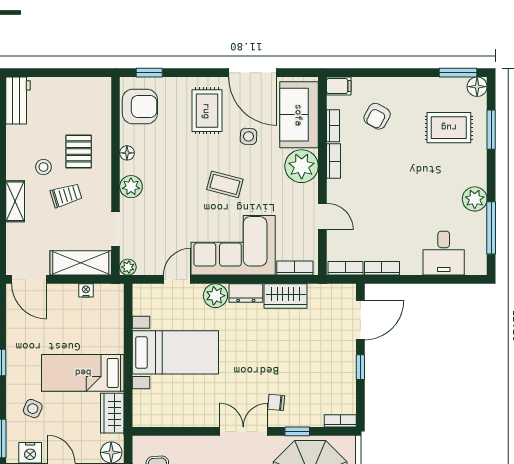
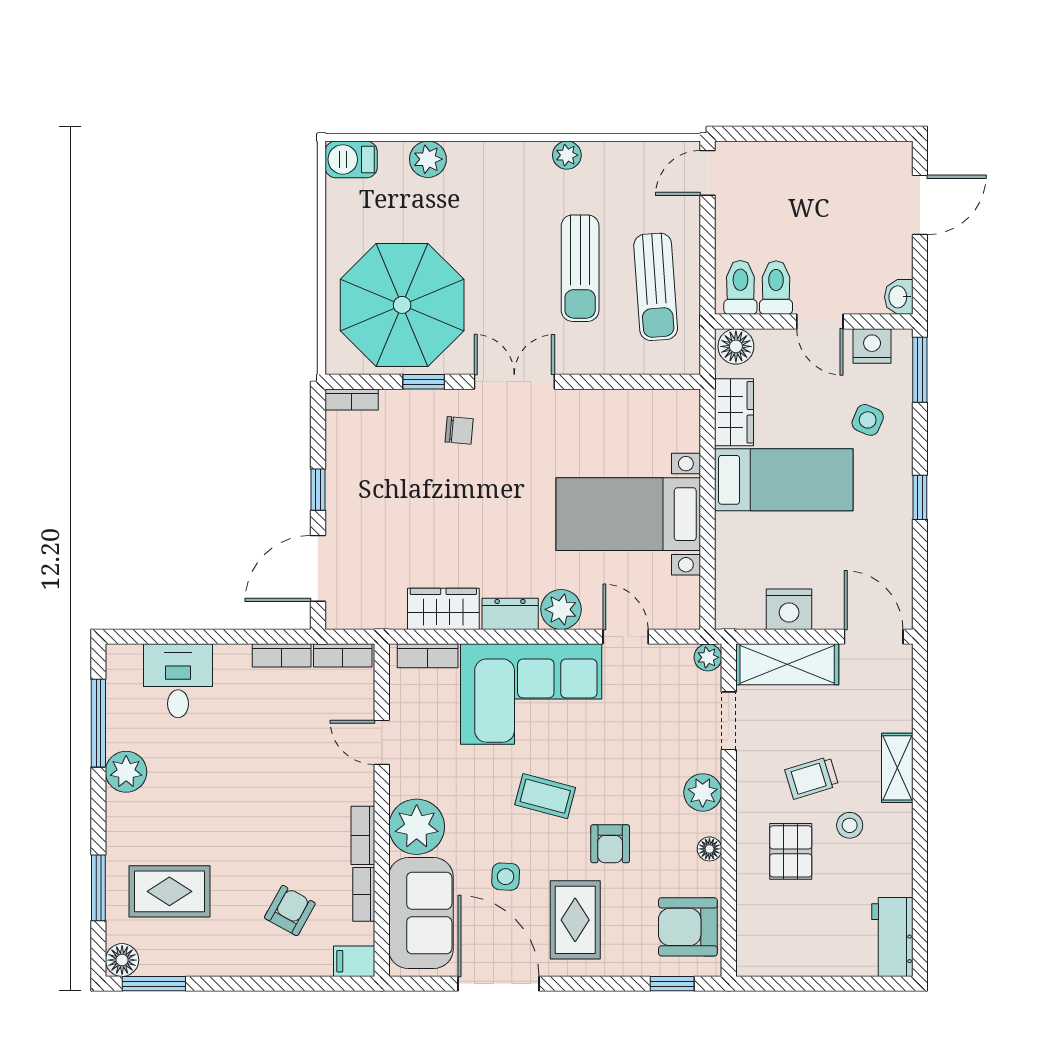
armchair: (186, 156) -> (610, 844), added
door: (177, 279) -> (626, 637), swing flipped
nightstand: (86, 290) -> (789, 609), width x1.89, depth x1.79
double door: (243, 431) -> (514, 382), swing flipped

